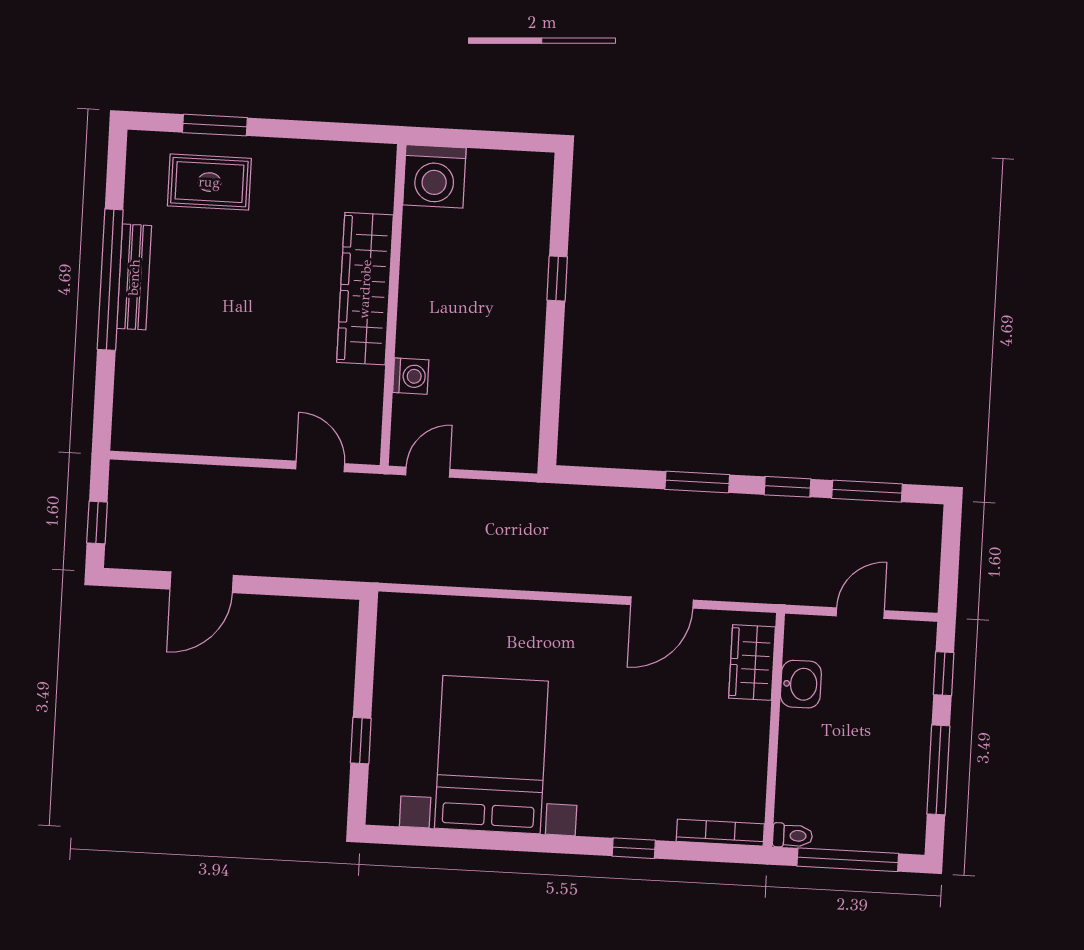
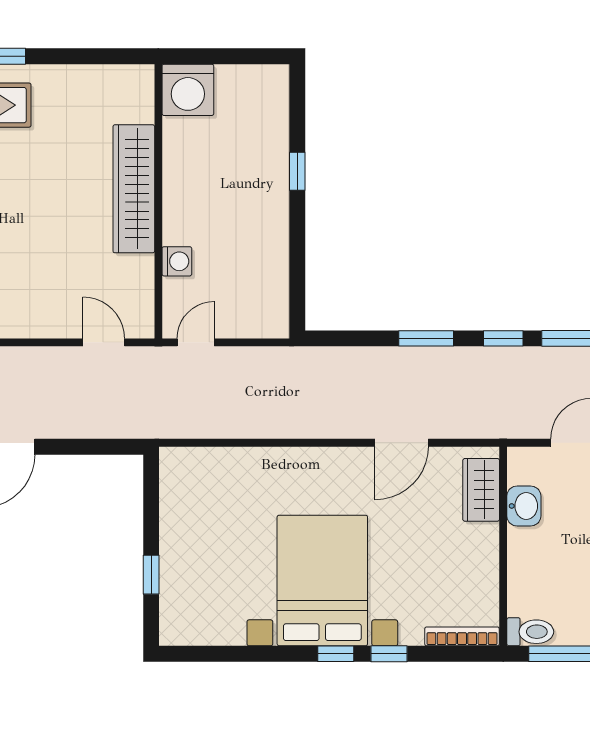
bed with nightstands: (491, 755) -> (322, 580), moved
toilet: (793, 836) -> (530, 632), width x1.37, depth x1.39
window: (572, 845) -> (336, 654), added

